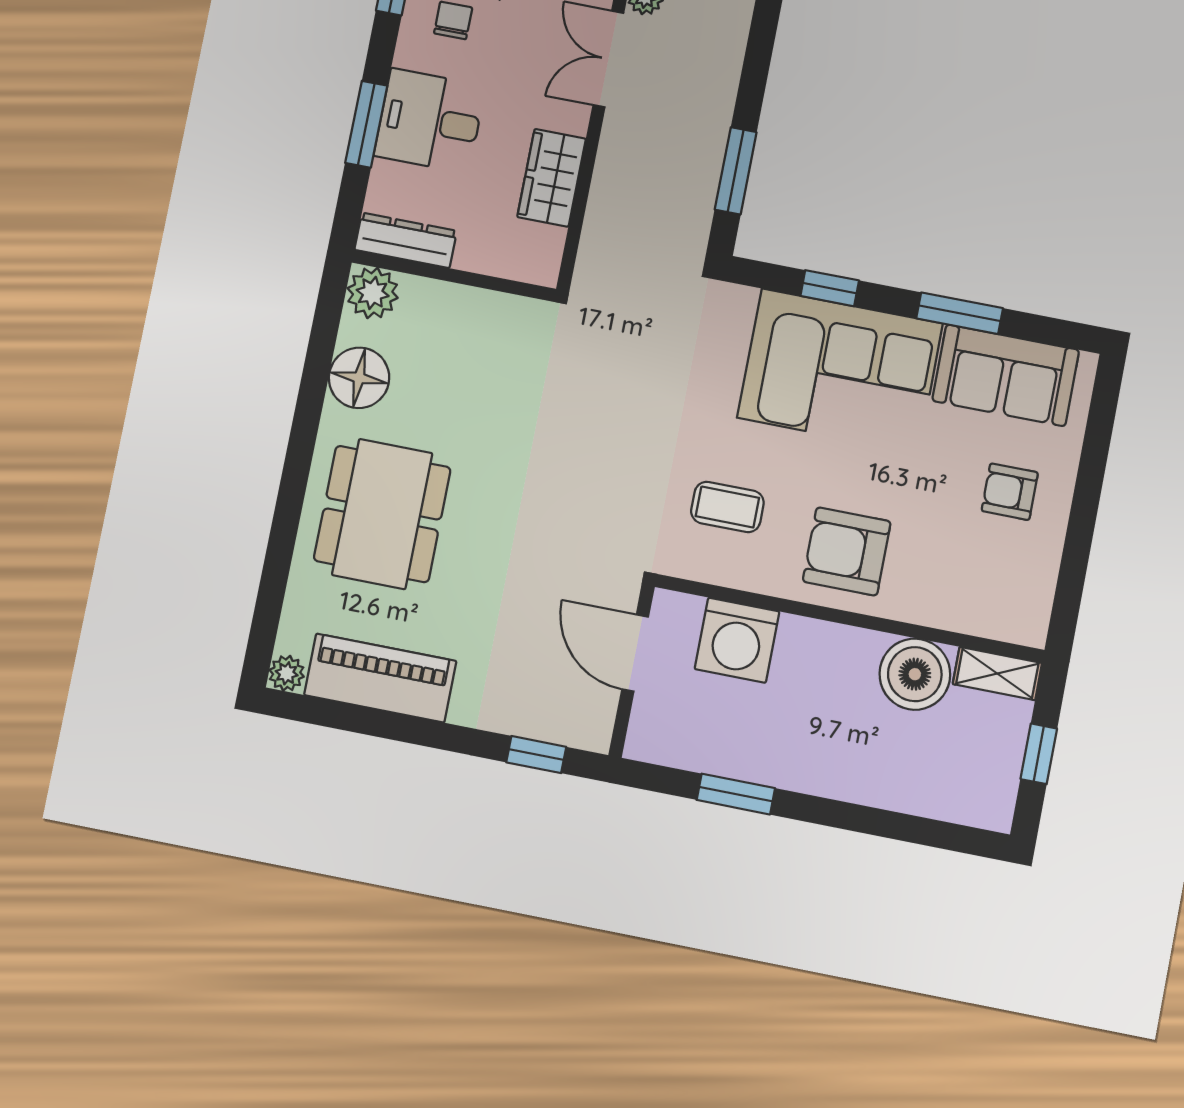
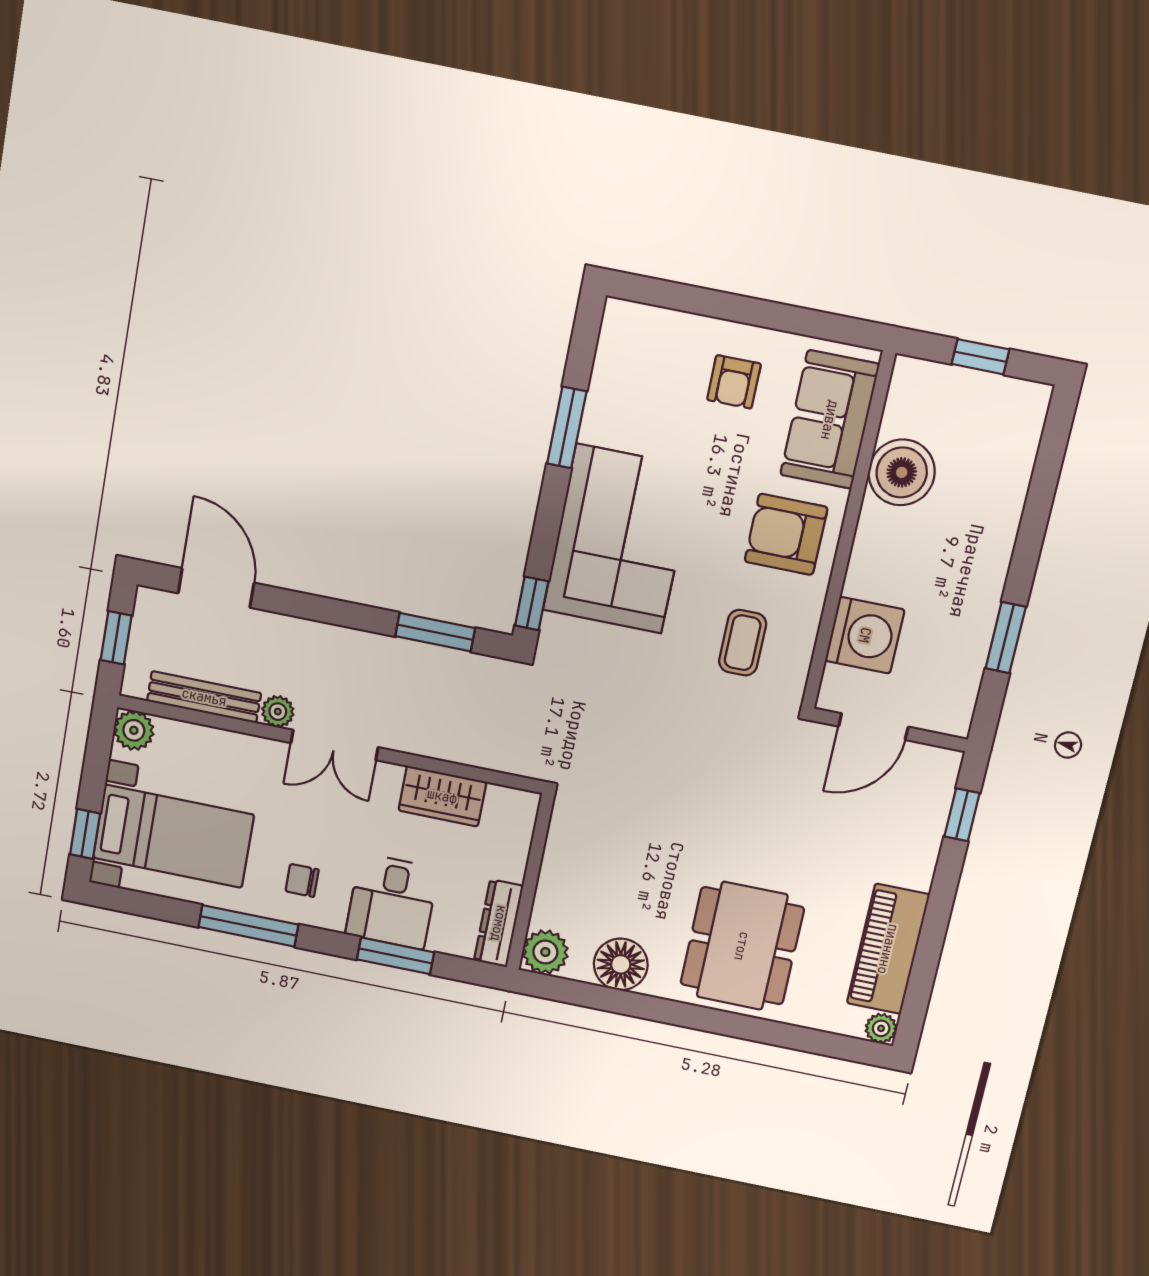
window: (830, 288) -> (532, 603), moved
sofa: (1006, 375) -> (830, 420), moved, turned 180
dining table: (382, 514) -> (742, 946), turned 90
armchair: (847, 551) -> (786, 534), turned 90
shelving: (997, 674) -> (904, 395), removed

